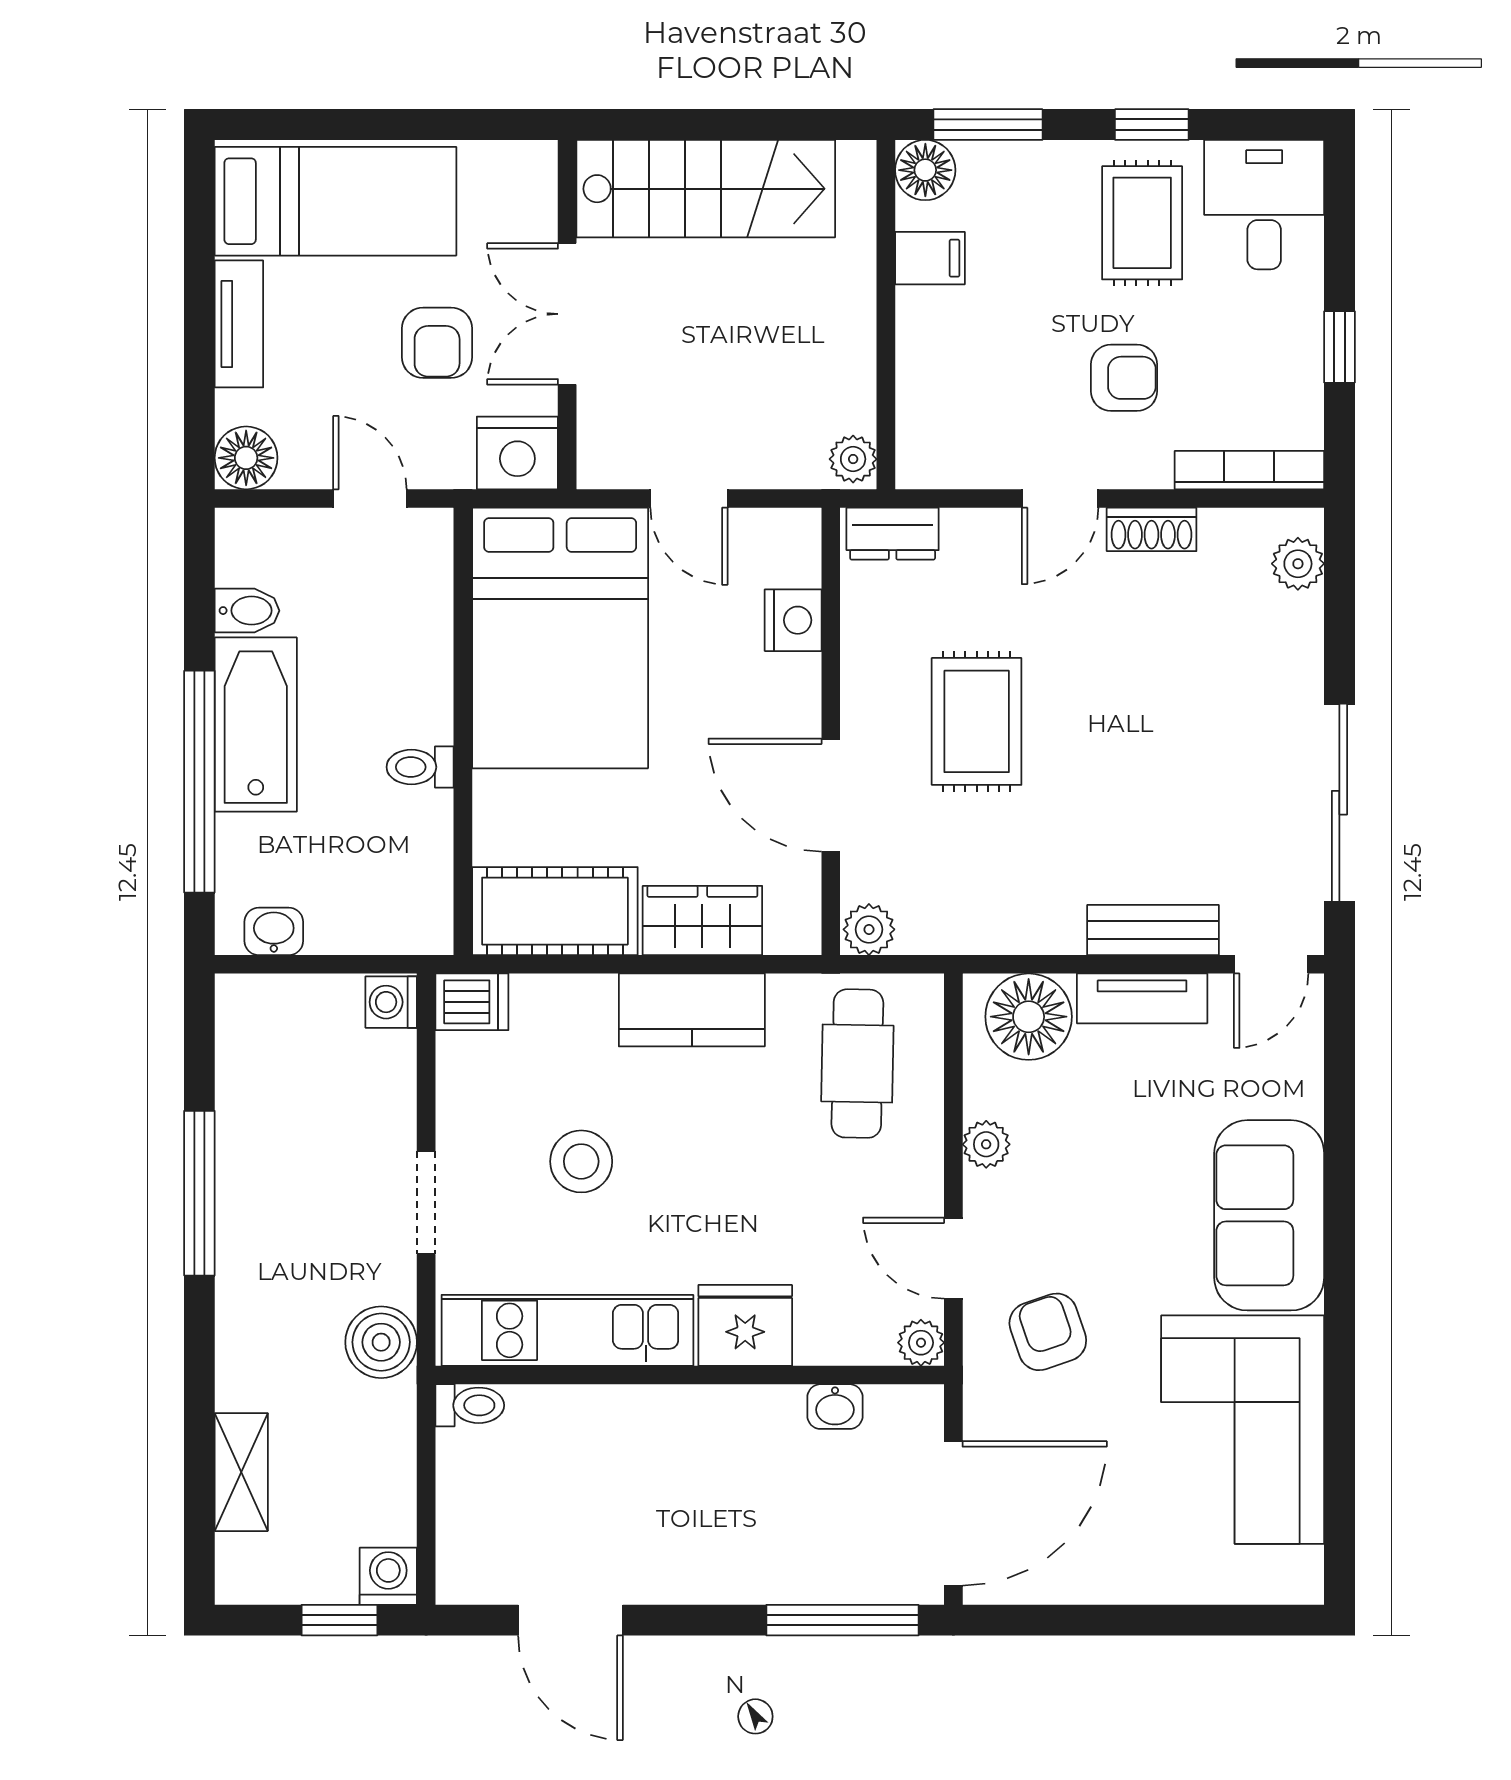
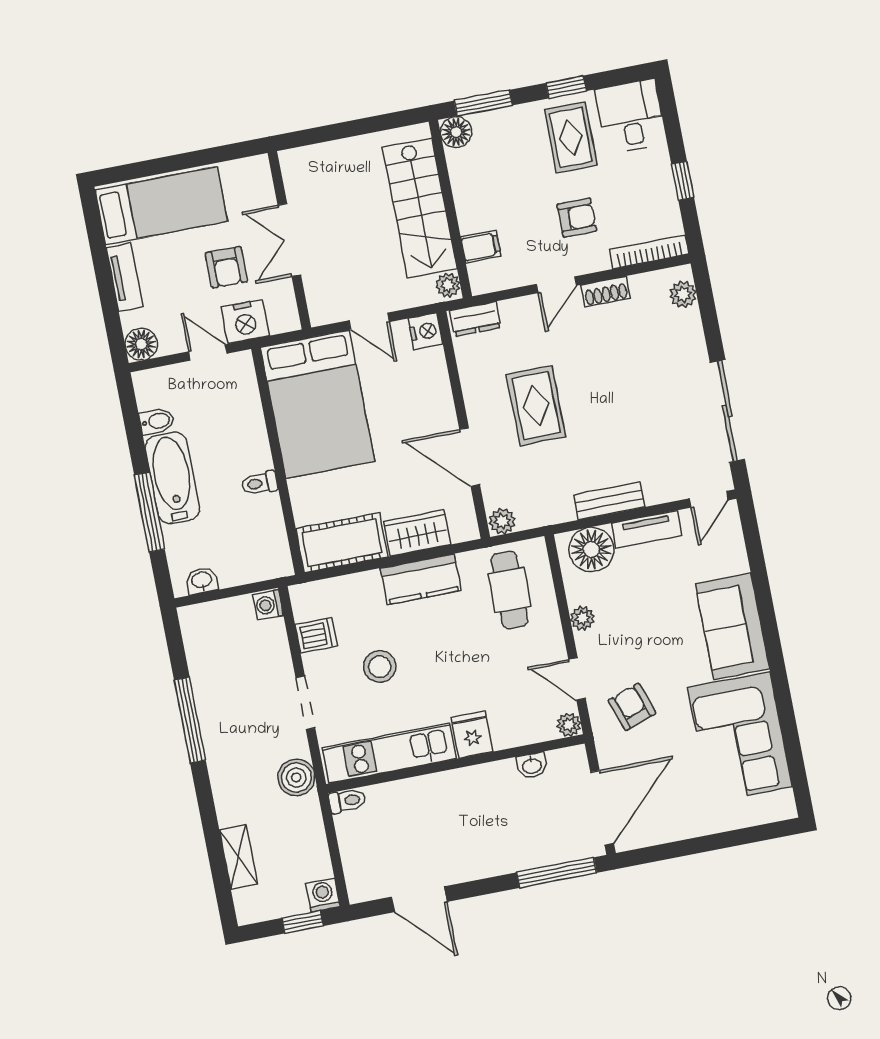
stairs: (706, 189) -> (420, 208), moved, turned 90
filing cabinet: (930, 258) -> (481, 246), moved
nightstand: (517, 453) -> (245, 321), moved
nightstand: (793, 620) -> (425, 331), moved
window: (199, 782) -> (149, 512), width x0.68
bench: (1153, 930) -> (609, 501), moved
dishwasher: (472, 1002) -> (316, 635), moved
fridge: (745, 1325) -> (472, 735), width x0.72

